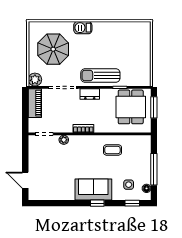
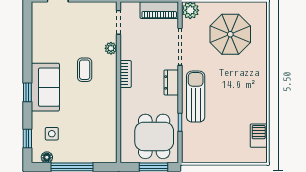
barbecue: (83, 28) -> (259, 136), moved
dining table: (131, 107) -> (154, 136), turned 90
coffee table: (112, 150) -> (85, 70), moved

